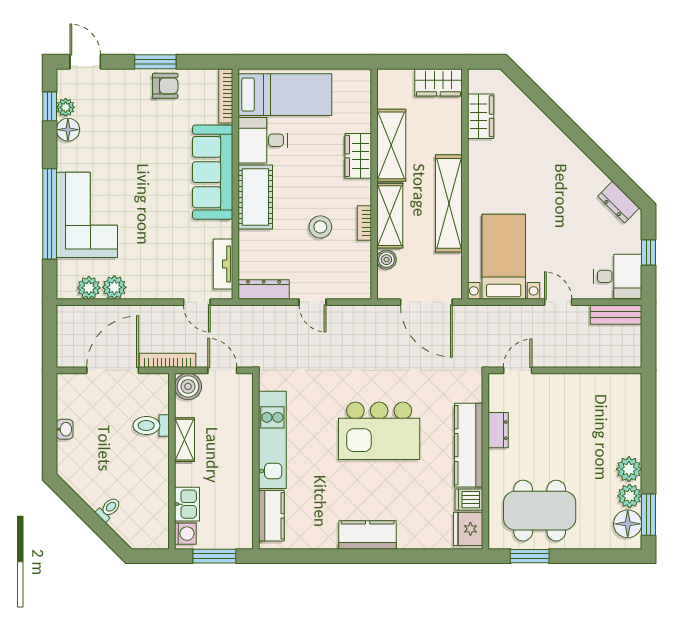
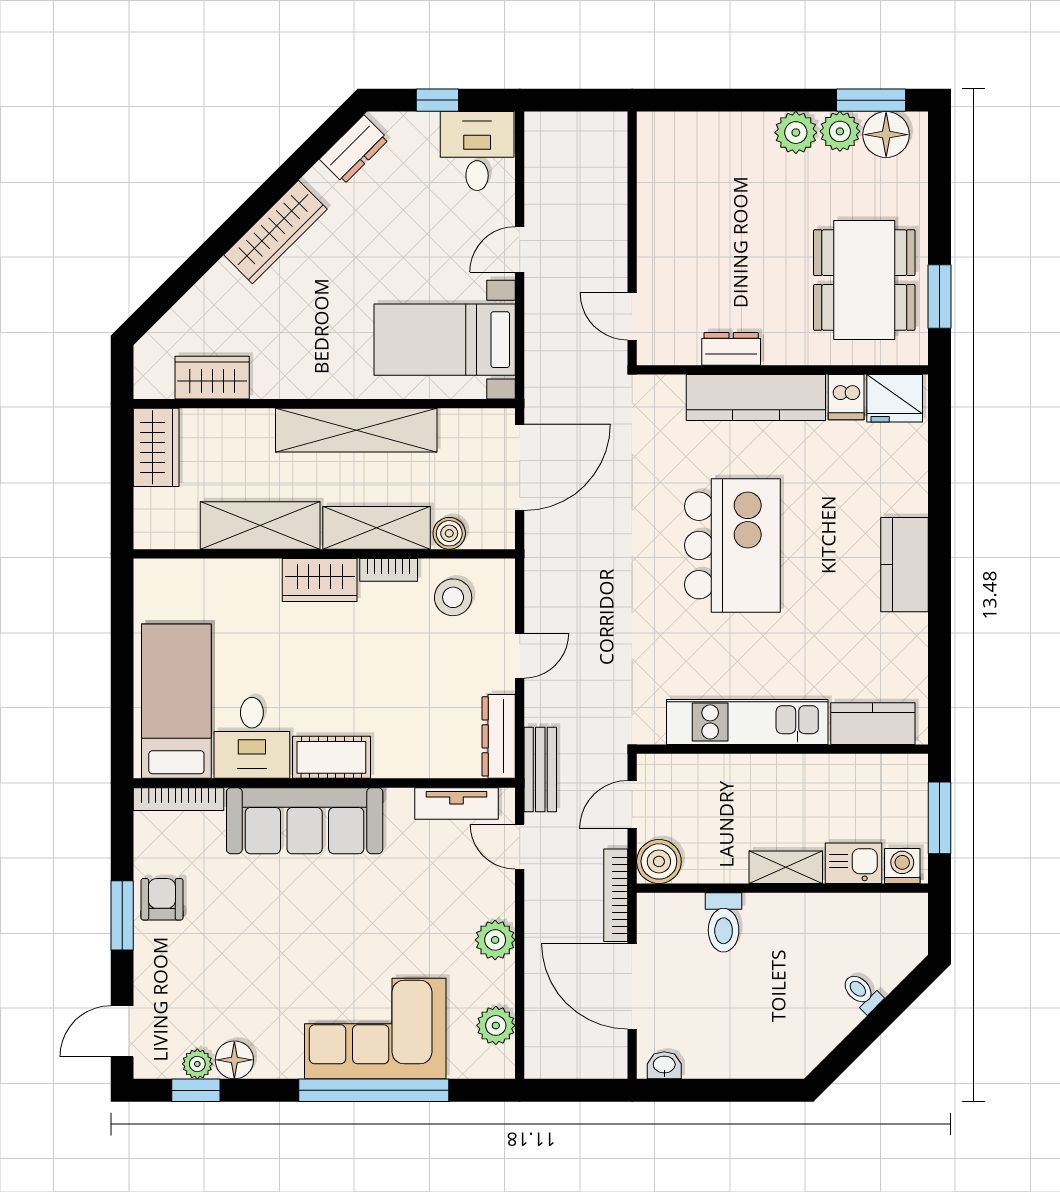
wardrobe: (569, 154) -> (275, 232), added
wardrobe: (358, 156) -> (320, 580), moved
cot: (255, 197) -> (331, 757), width x0.73, depth x0.75
stool: (320, 227) -> (453, 597), moved
plant: (114, 287) -> (495, 940), moved
door: (197, 302) -> (520, 847), swing flipped
bench: (616, 315) -> (540, 769), moved
washbasin: (65, 429) -> (664, 1065), moved
shelving: (185, 440) -> (786, 867), moved

